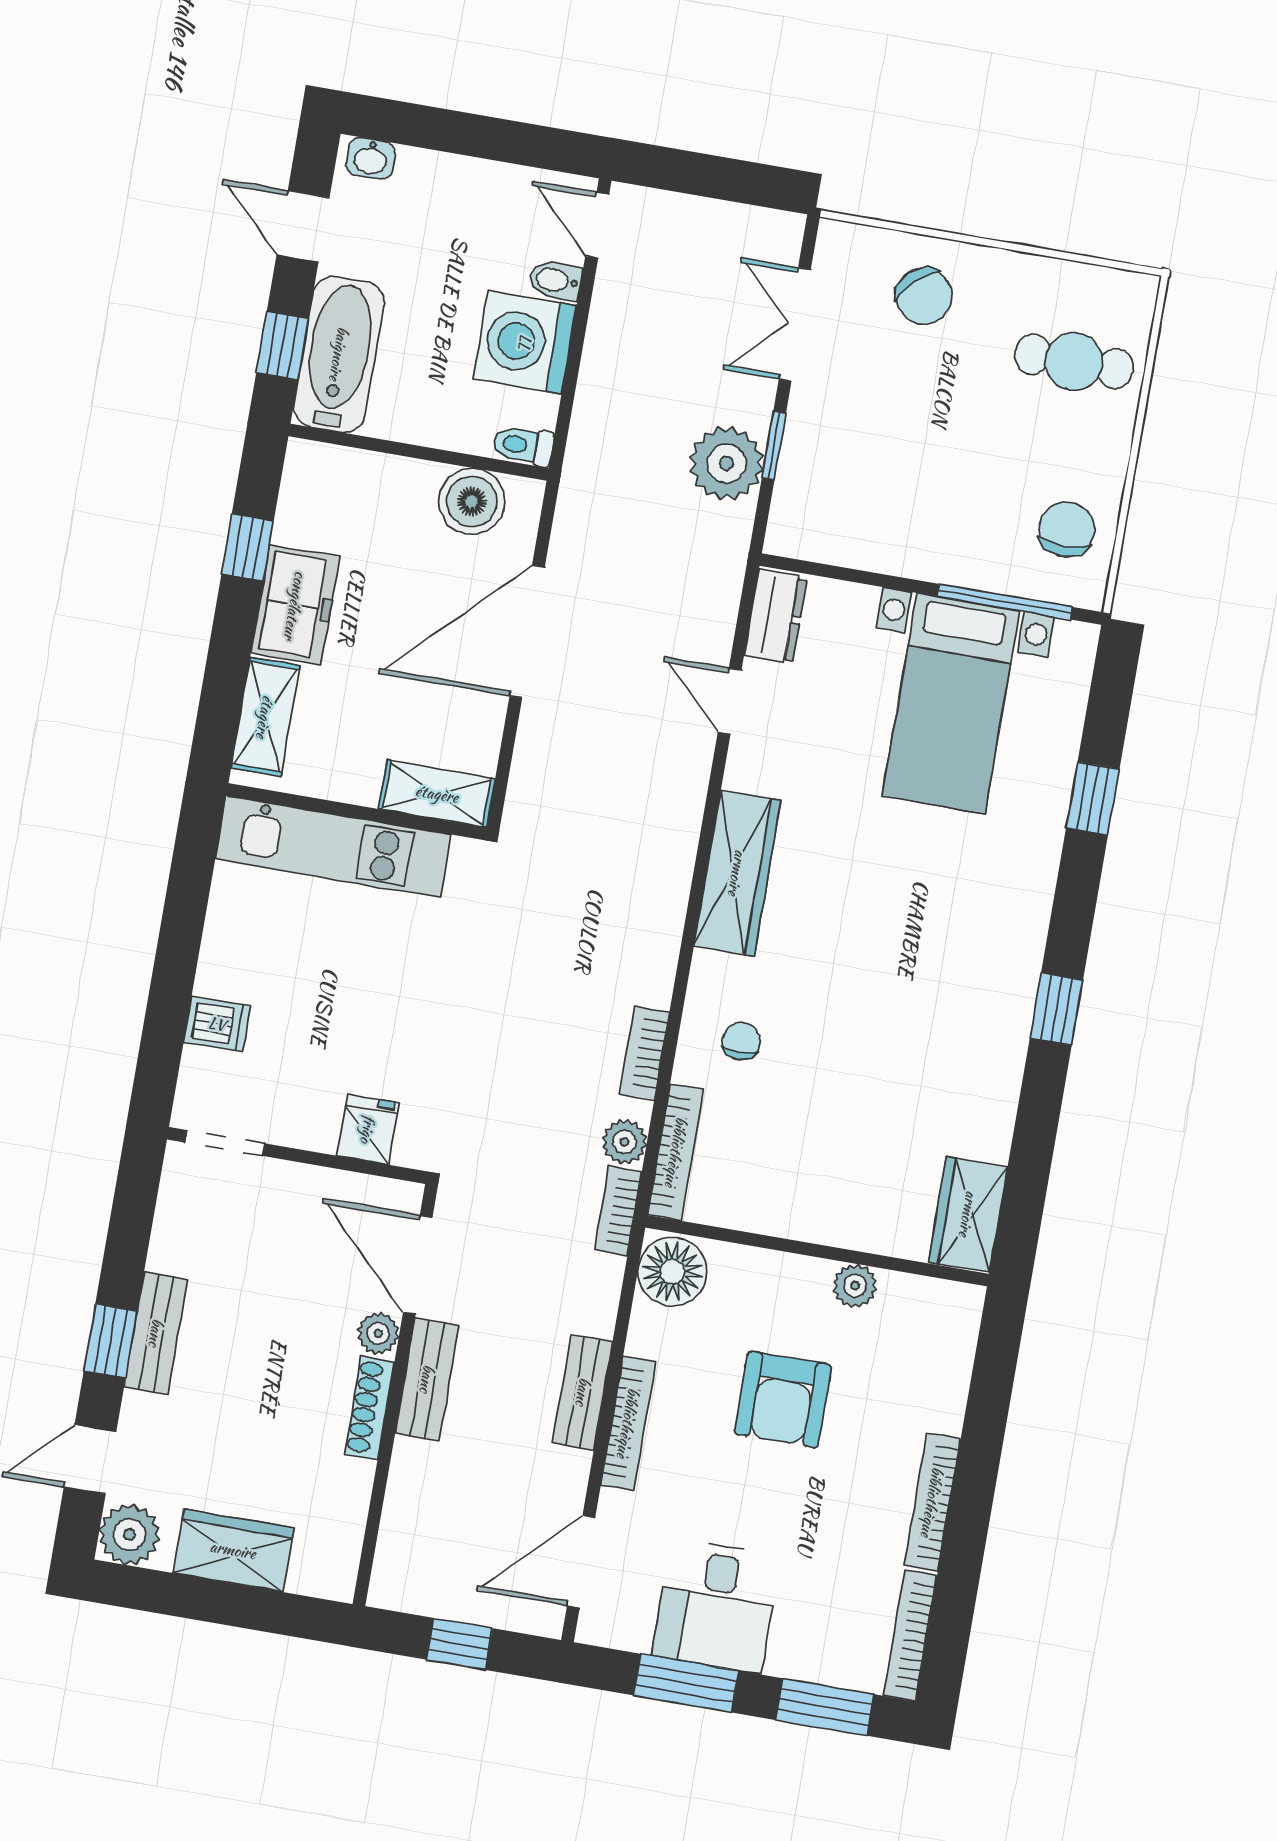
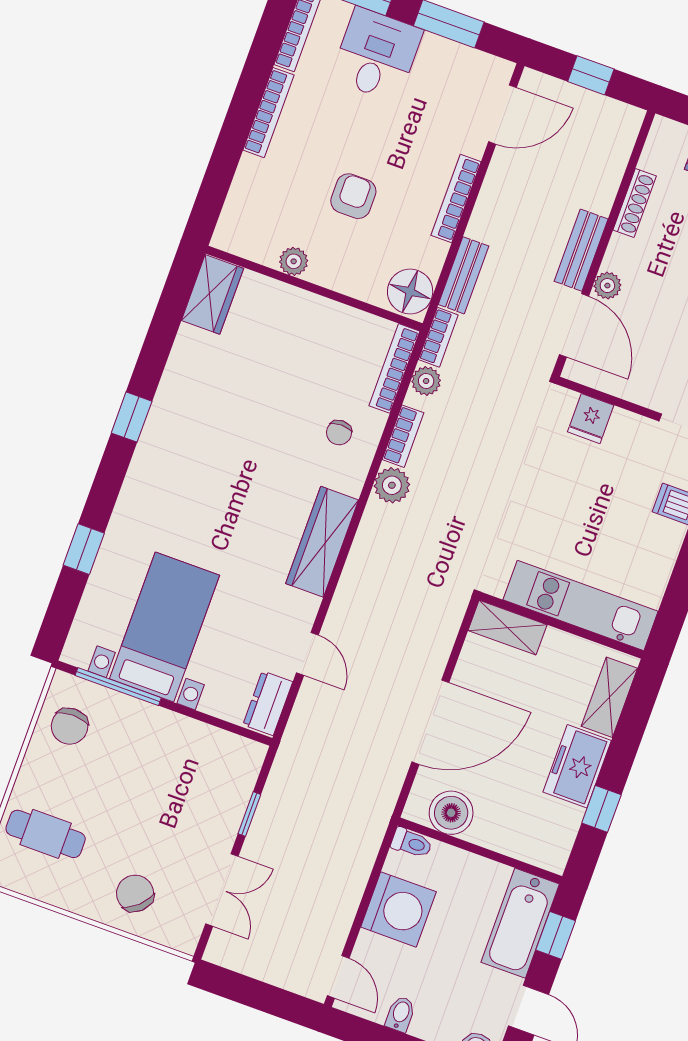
bidet: (556, 280) -> (400, 1014), moved, turned -90
plant: (727, 463) -> (392, 485), moved, width x0.73, depth x0.73
bench: (583, 1392) -> (464, 275), moved
armchair: (783, 1399) -> (353, 196), width x0.72, depth x0.72
shoe rack: (369, 1408) -> (635, 203), moved
desk: (716, 1606) -> (377, 55), moved

